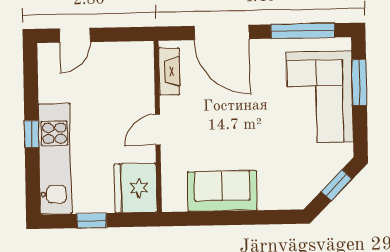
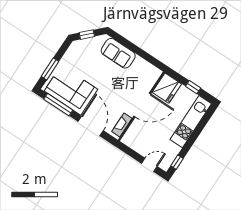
corner sofa: (320, 97) -> (71, 90), moved, turned -90
door: (158, 130) -> (142, 105), width x1.88
window: (32, 134) -> (177, 162), moved
sofa: (222, 191) -> (118, 53), moved

